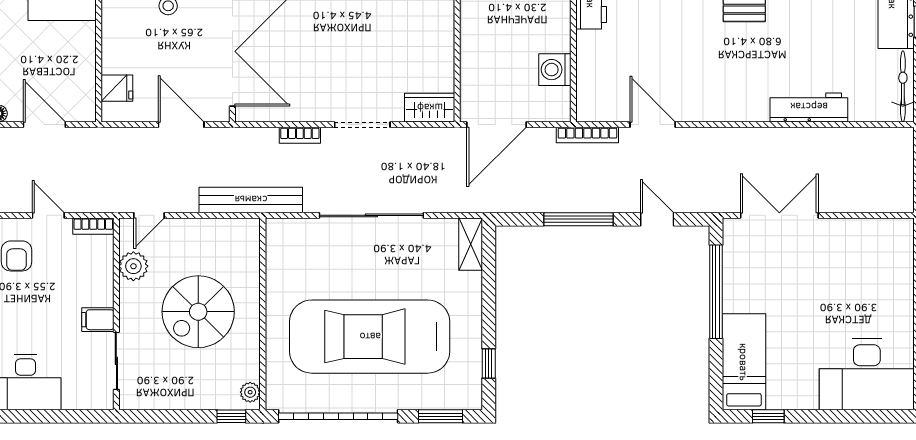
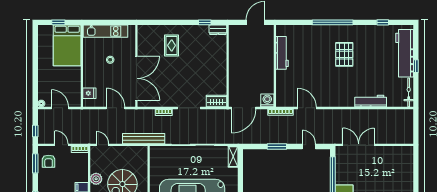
washing machine: (555, 70) -> (267, 100), moved, turned 90
door: (149, 215) -> (102, 145), swing flipped
window: (578, 219) -> (277, 146), width x0.69
plant: (133, 266) -> (96, 179), moved

